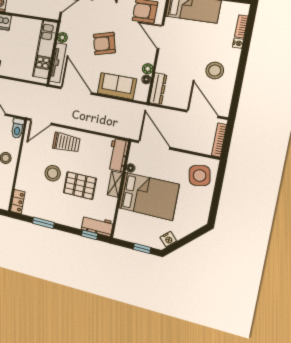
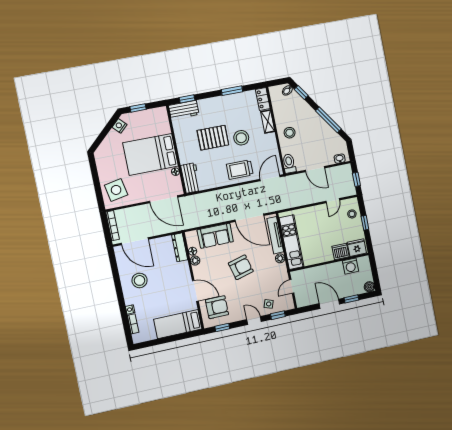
shelving: (115, 184) -> (268, 121), moved

